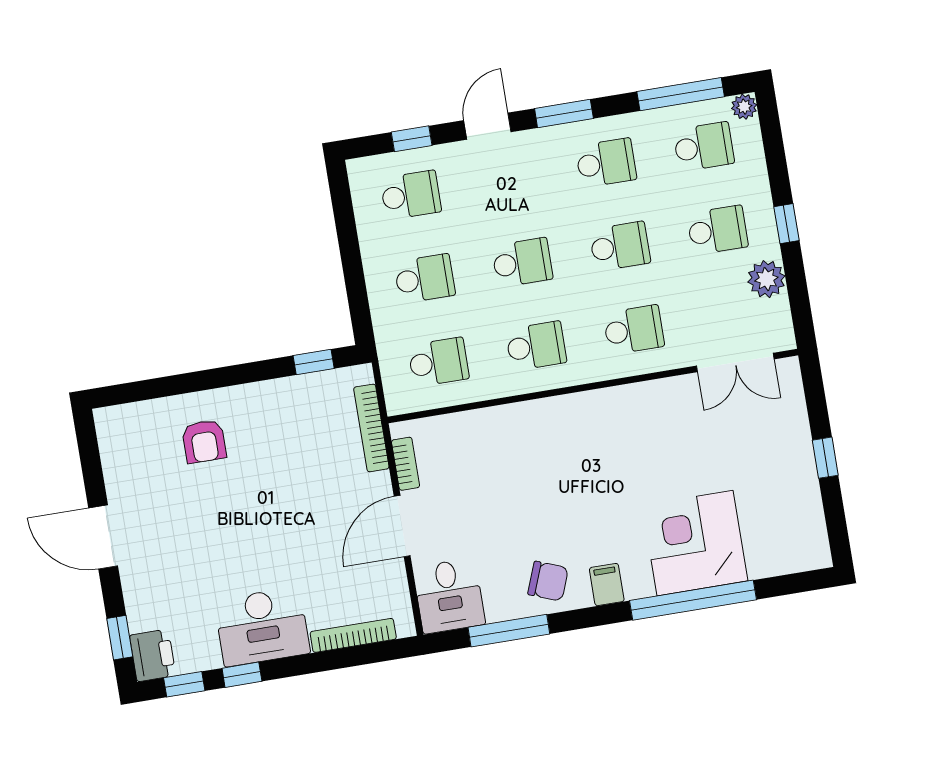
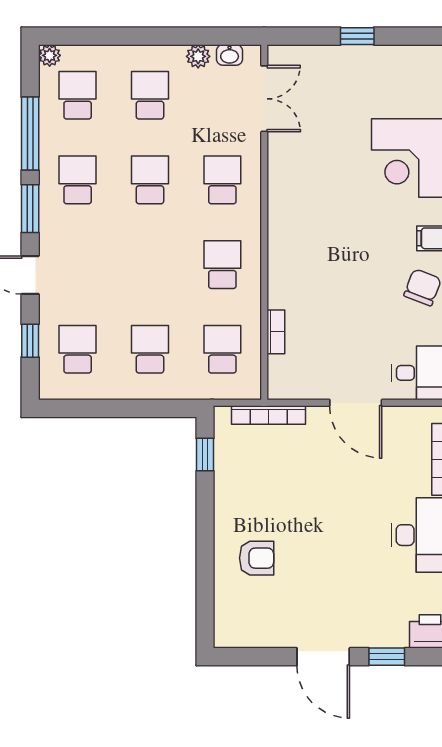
window: (681, 94) -> (30, 134), moved
window: (787, 224) -> (154, 36), removed
school desk: (522, 262) -> (150, 265), removed
plant: (766, 279) -> (198, 56), width x0.73, depth x0.73
washbasin: (779, 314) -> (230, 55), added
bookcase: (406, 464) -> (276, 332), moved, turned 90
door: (103, 537) -> (323, 657), hinge flipped
window: (120, 638) -> (387, 657), moved

